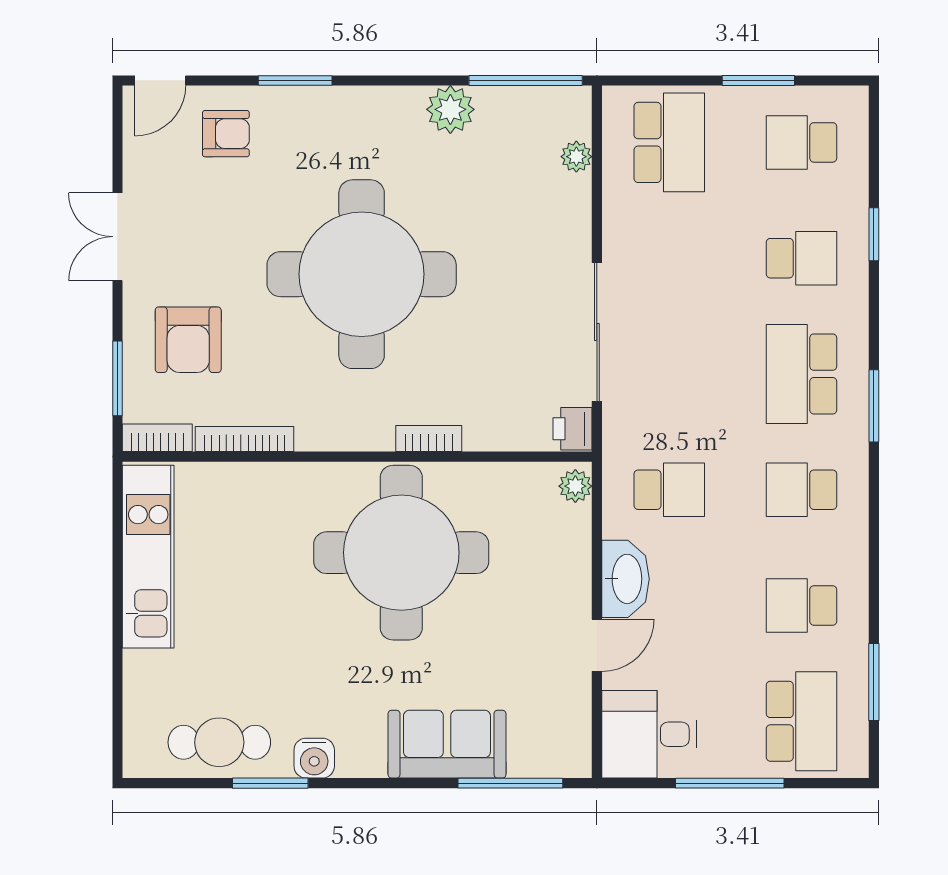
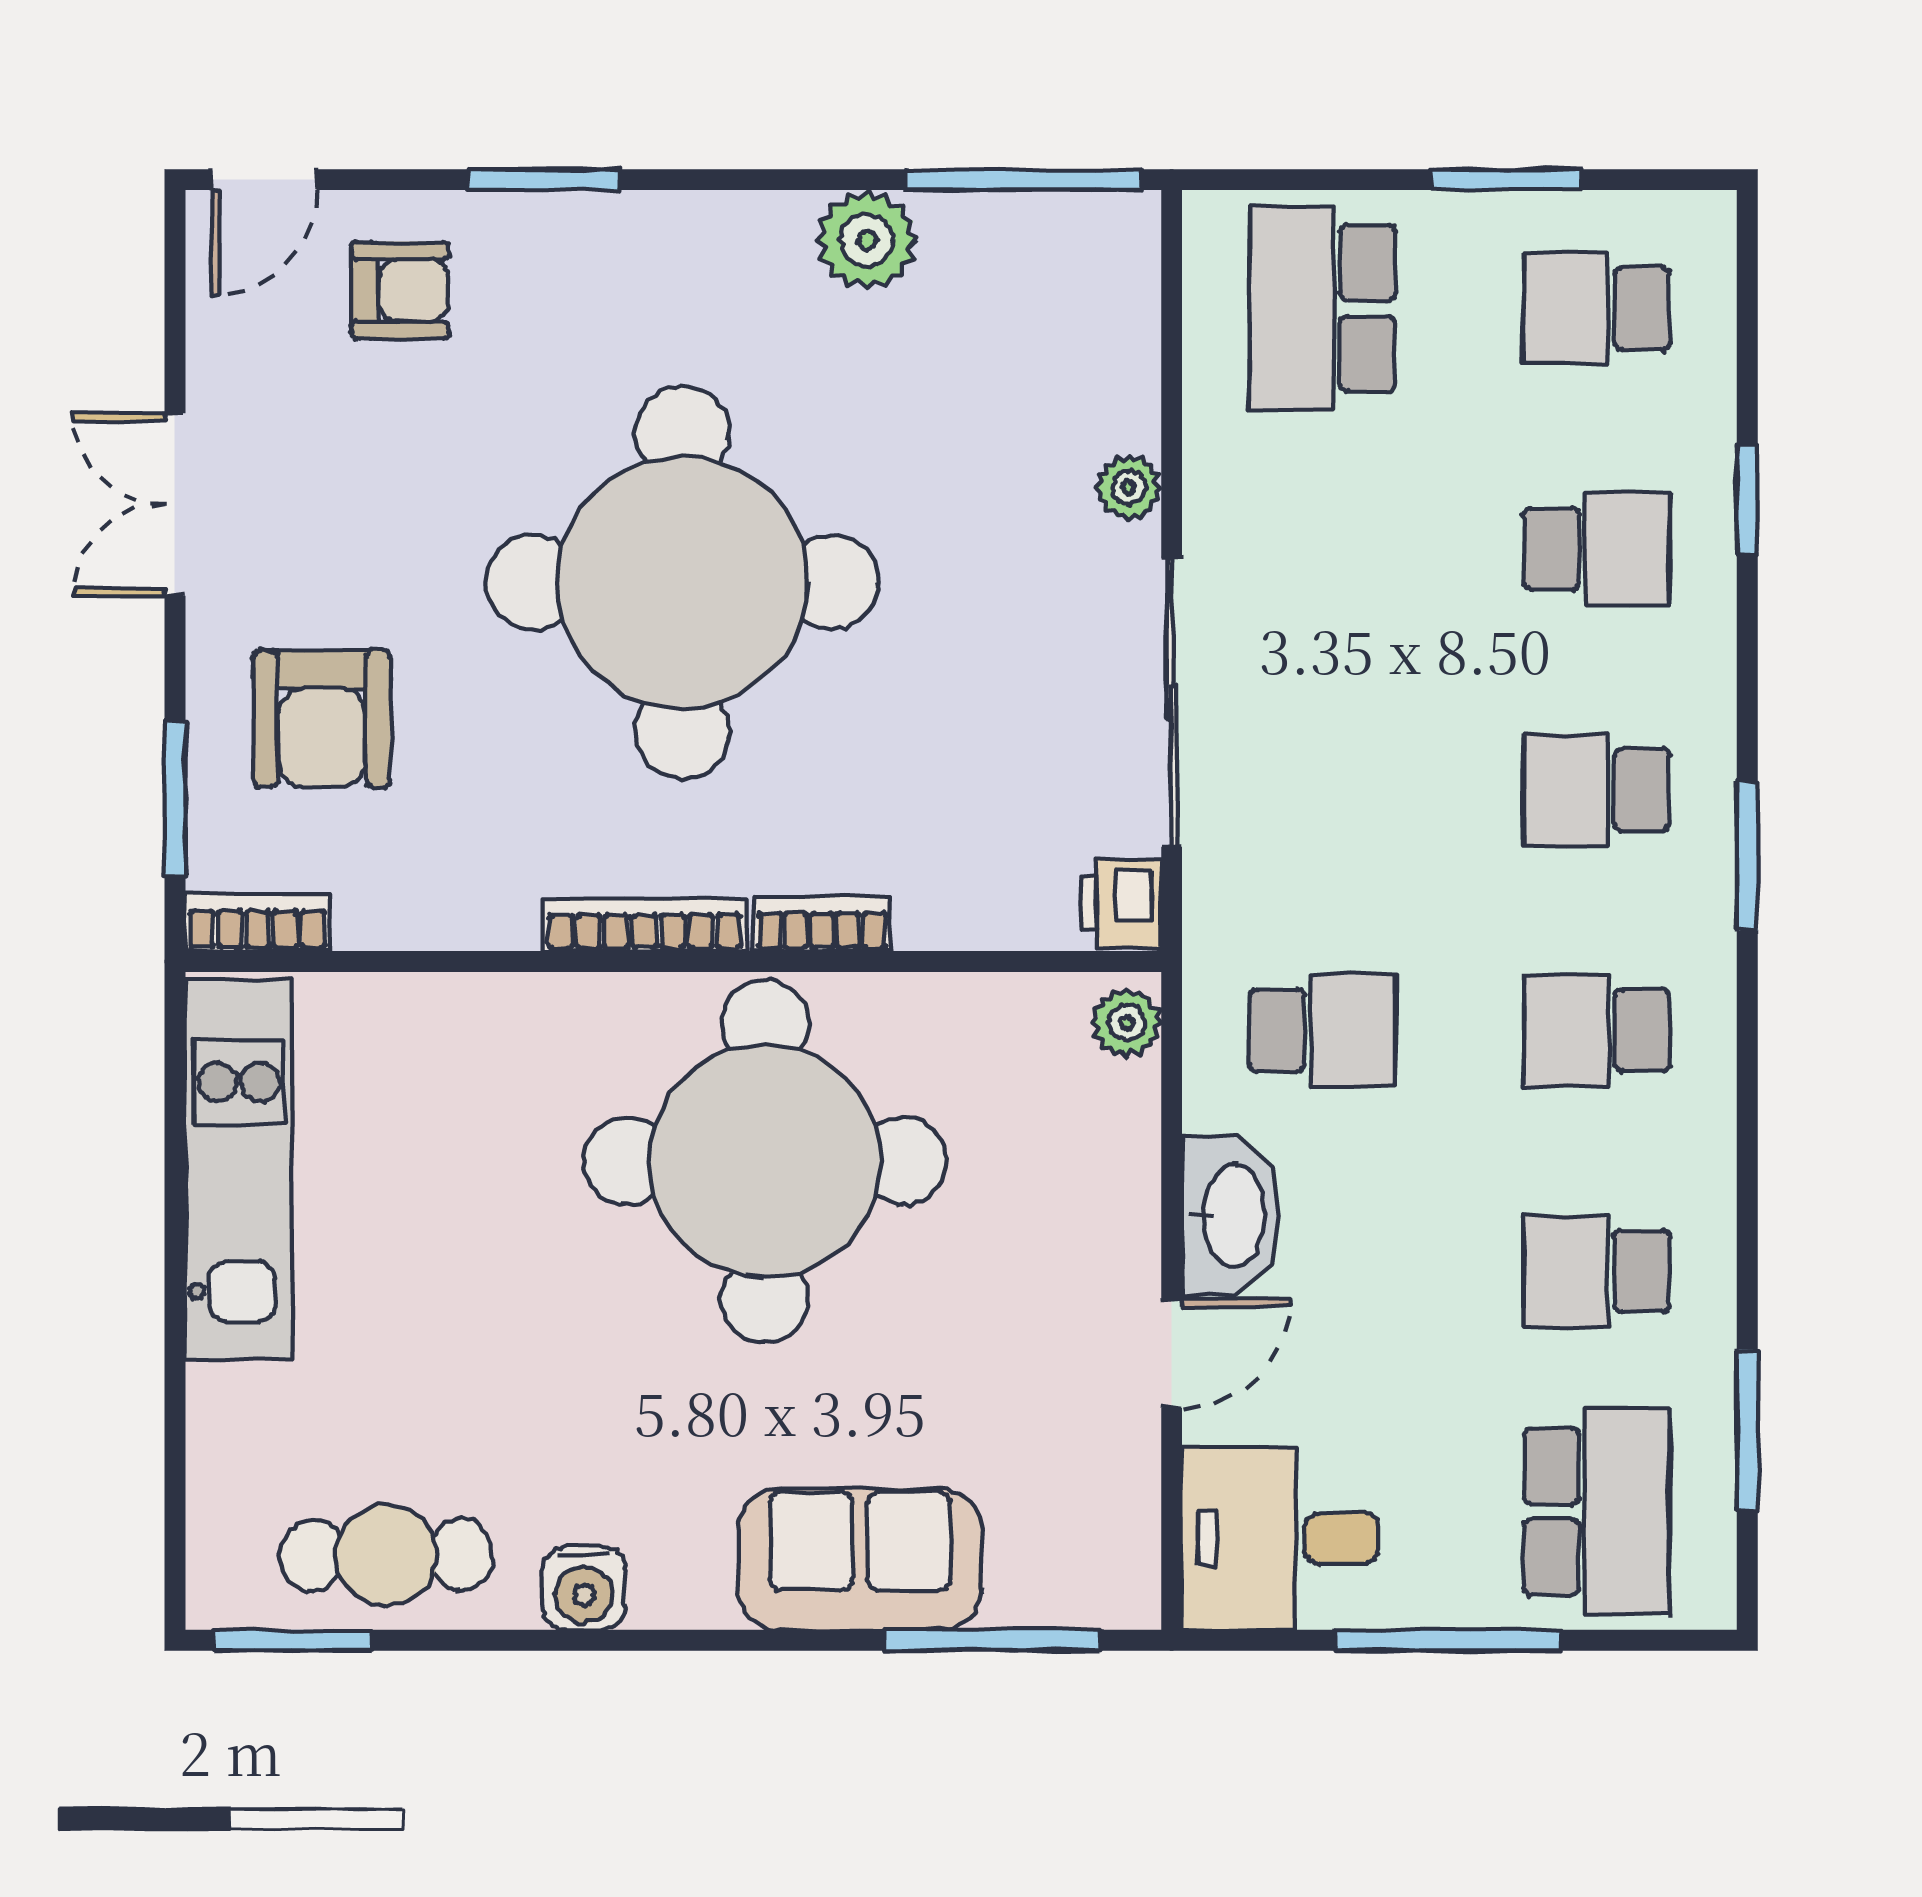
school desk: (669, 142) -> (1322, 308), turned 180
plant: (576, 157) -> (1129, 487), moved
school desk: (801, 374) -> (1597, 790), width x0.54
bookcase: (245, 439) -> (645, 925), moved
window: (270, 783) -> (293, 1640), moved

